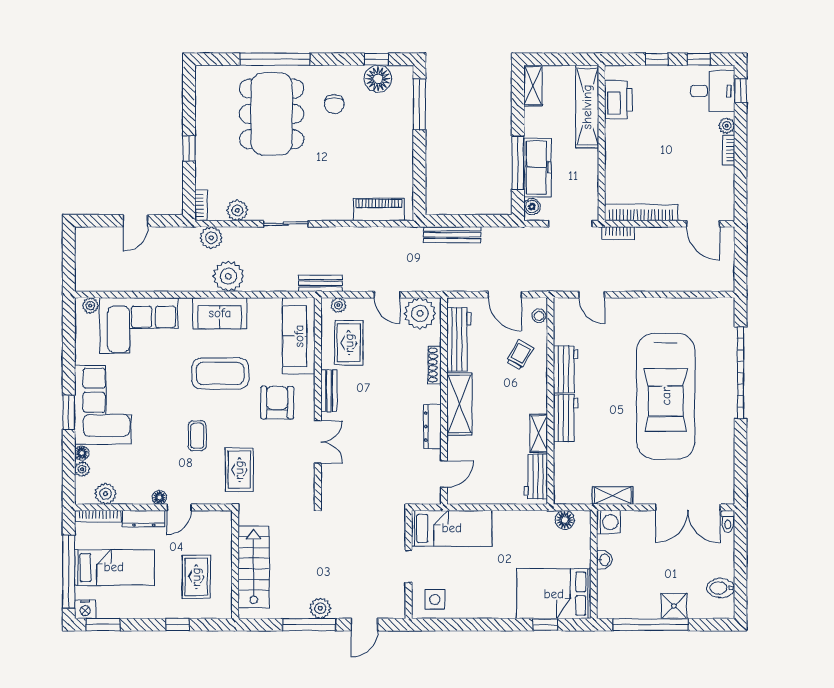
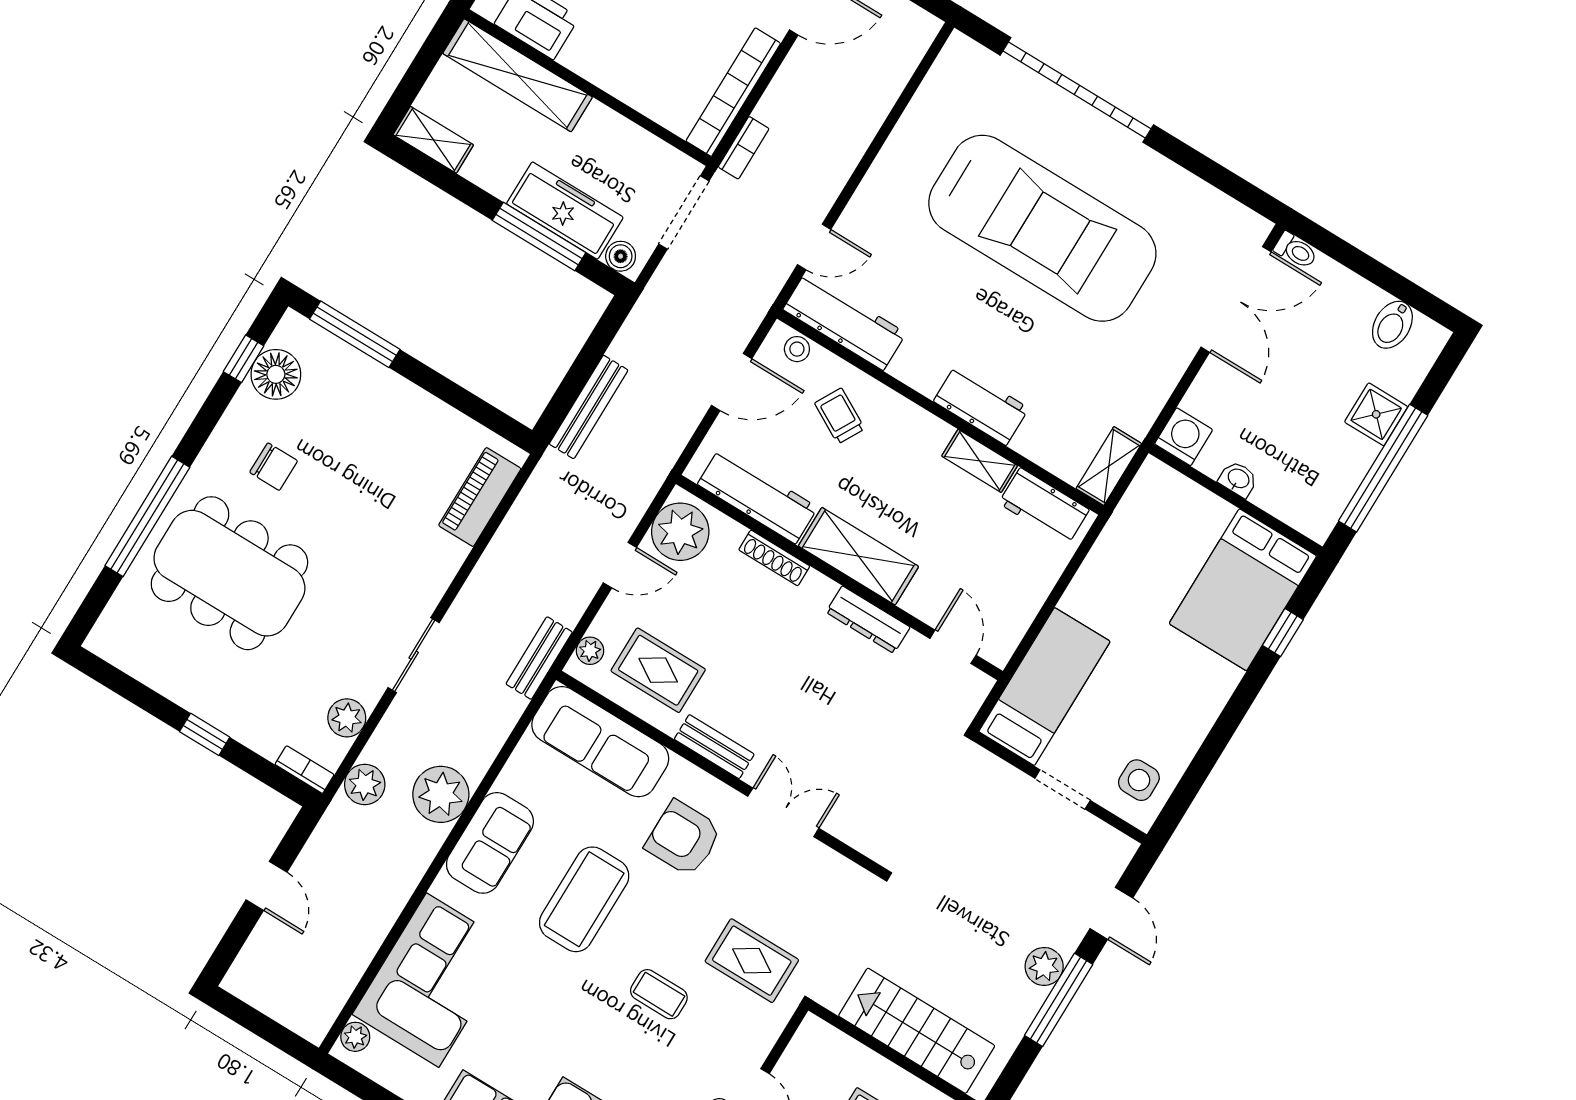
workbench: (566, 369) -> (844, 321), moved, width x1.37
shelving: (613, 495) -> (1109, 466), moved
floor lamp: (565, 520) -> (1139, 503), removed

